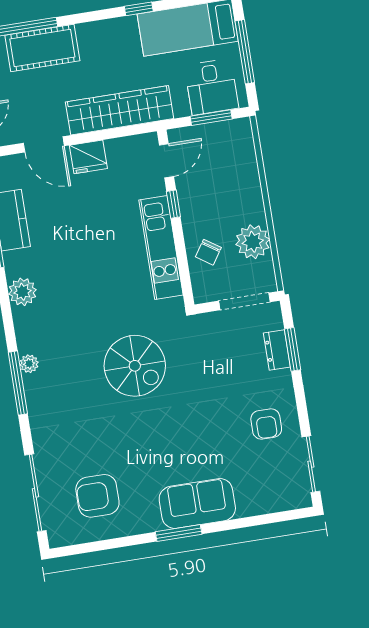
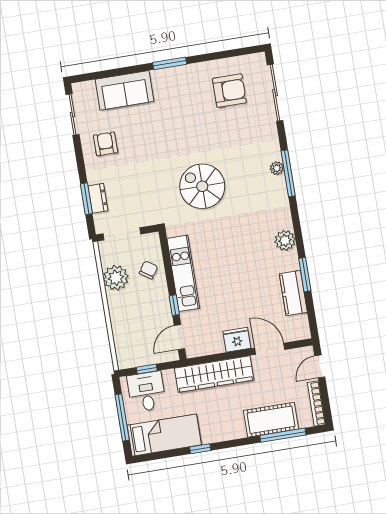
window: (211, 118) -> (147, 369), width x0.67
plant: (29, 364) -> (277, 168), moved
sofa: (197, 503) -> (124, 90), moved

